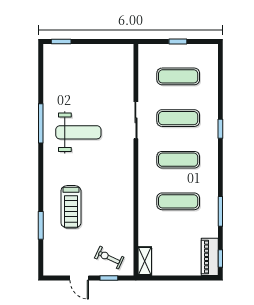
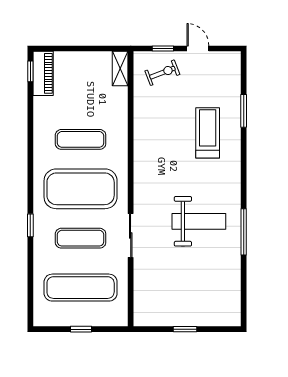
window: (61, 41) -> (185, 329), moved
exercise mat: (178, 76) -> (81, 288), width x1.36, depth x1.45
weight bench: (78, 132) -> (199, 221), turned 180
exercise mat: (178, 160) -> (81, 189), width x2.00, depth x1.45
window: (220, 211) -> (30, 128), removed
exercise bike: (109, 258) -> (162, 73), turned -46

